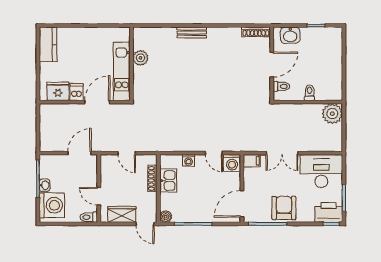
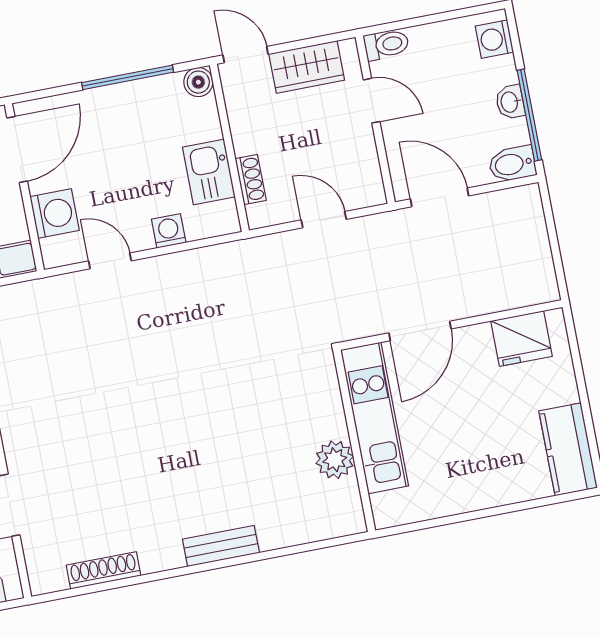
shoe rack: (256, 32) -> (104, 570), moved
dishwasher: (77, 92) -> (476, 346), removed
door: (80, 153) -> (439, 197), swing flipped
bidet: (48, 161) -> (512, 164), added
washing machine: (232, 163) -> (55, 214), moved, turned 90
shoe rack: (152, 178) -> (251, 179), width x0.70
washing machine: (52, 205) -> (494, 39), width x0.53, depth x0.53

